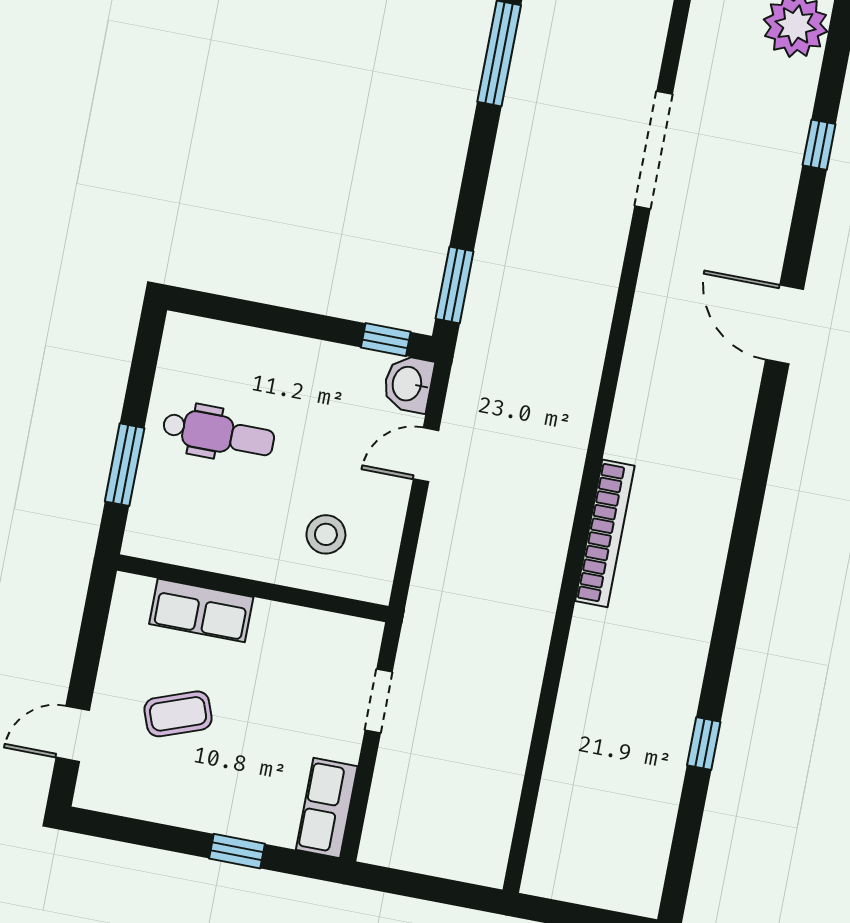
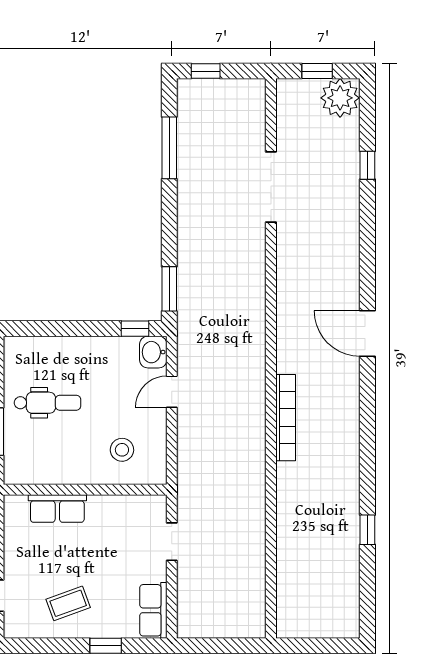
door: (784, 325) -> (367, 334), moved
coffee table: (178, 714) -> (68, 603), moved

